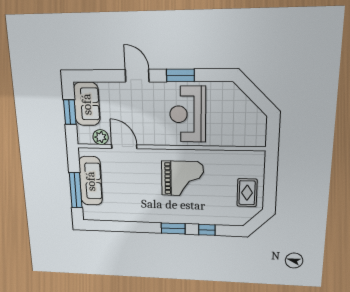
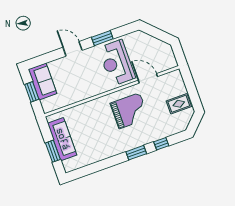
plant: (101, 137) -> (60, 102), removed
door: (124, 147) -> (148, 78), moved
window: (76, 190) -> (53, 151), width x0.69
rug: (247, 193) -> (179, 104), turned 90

